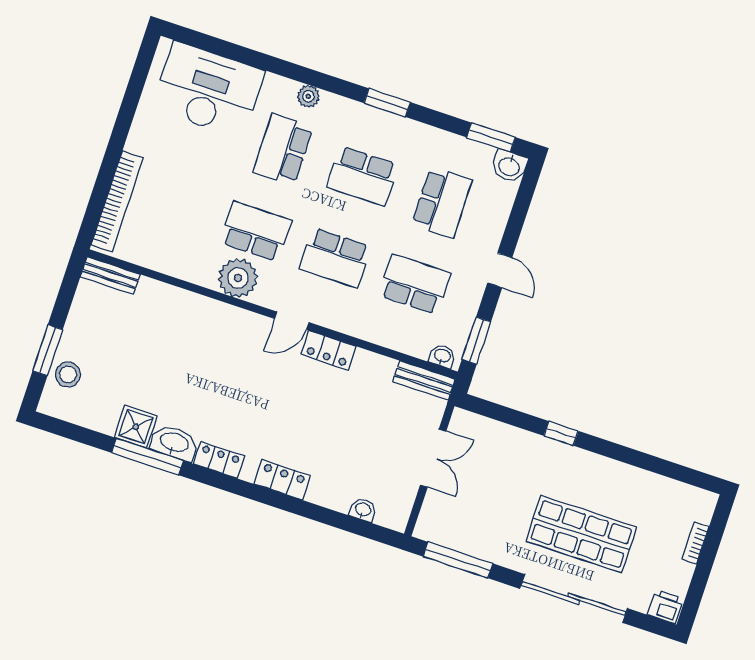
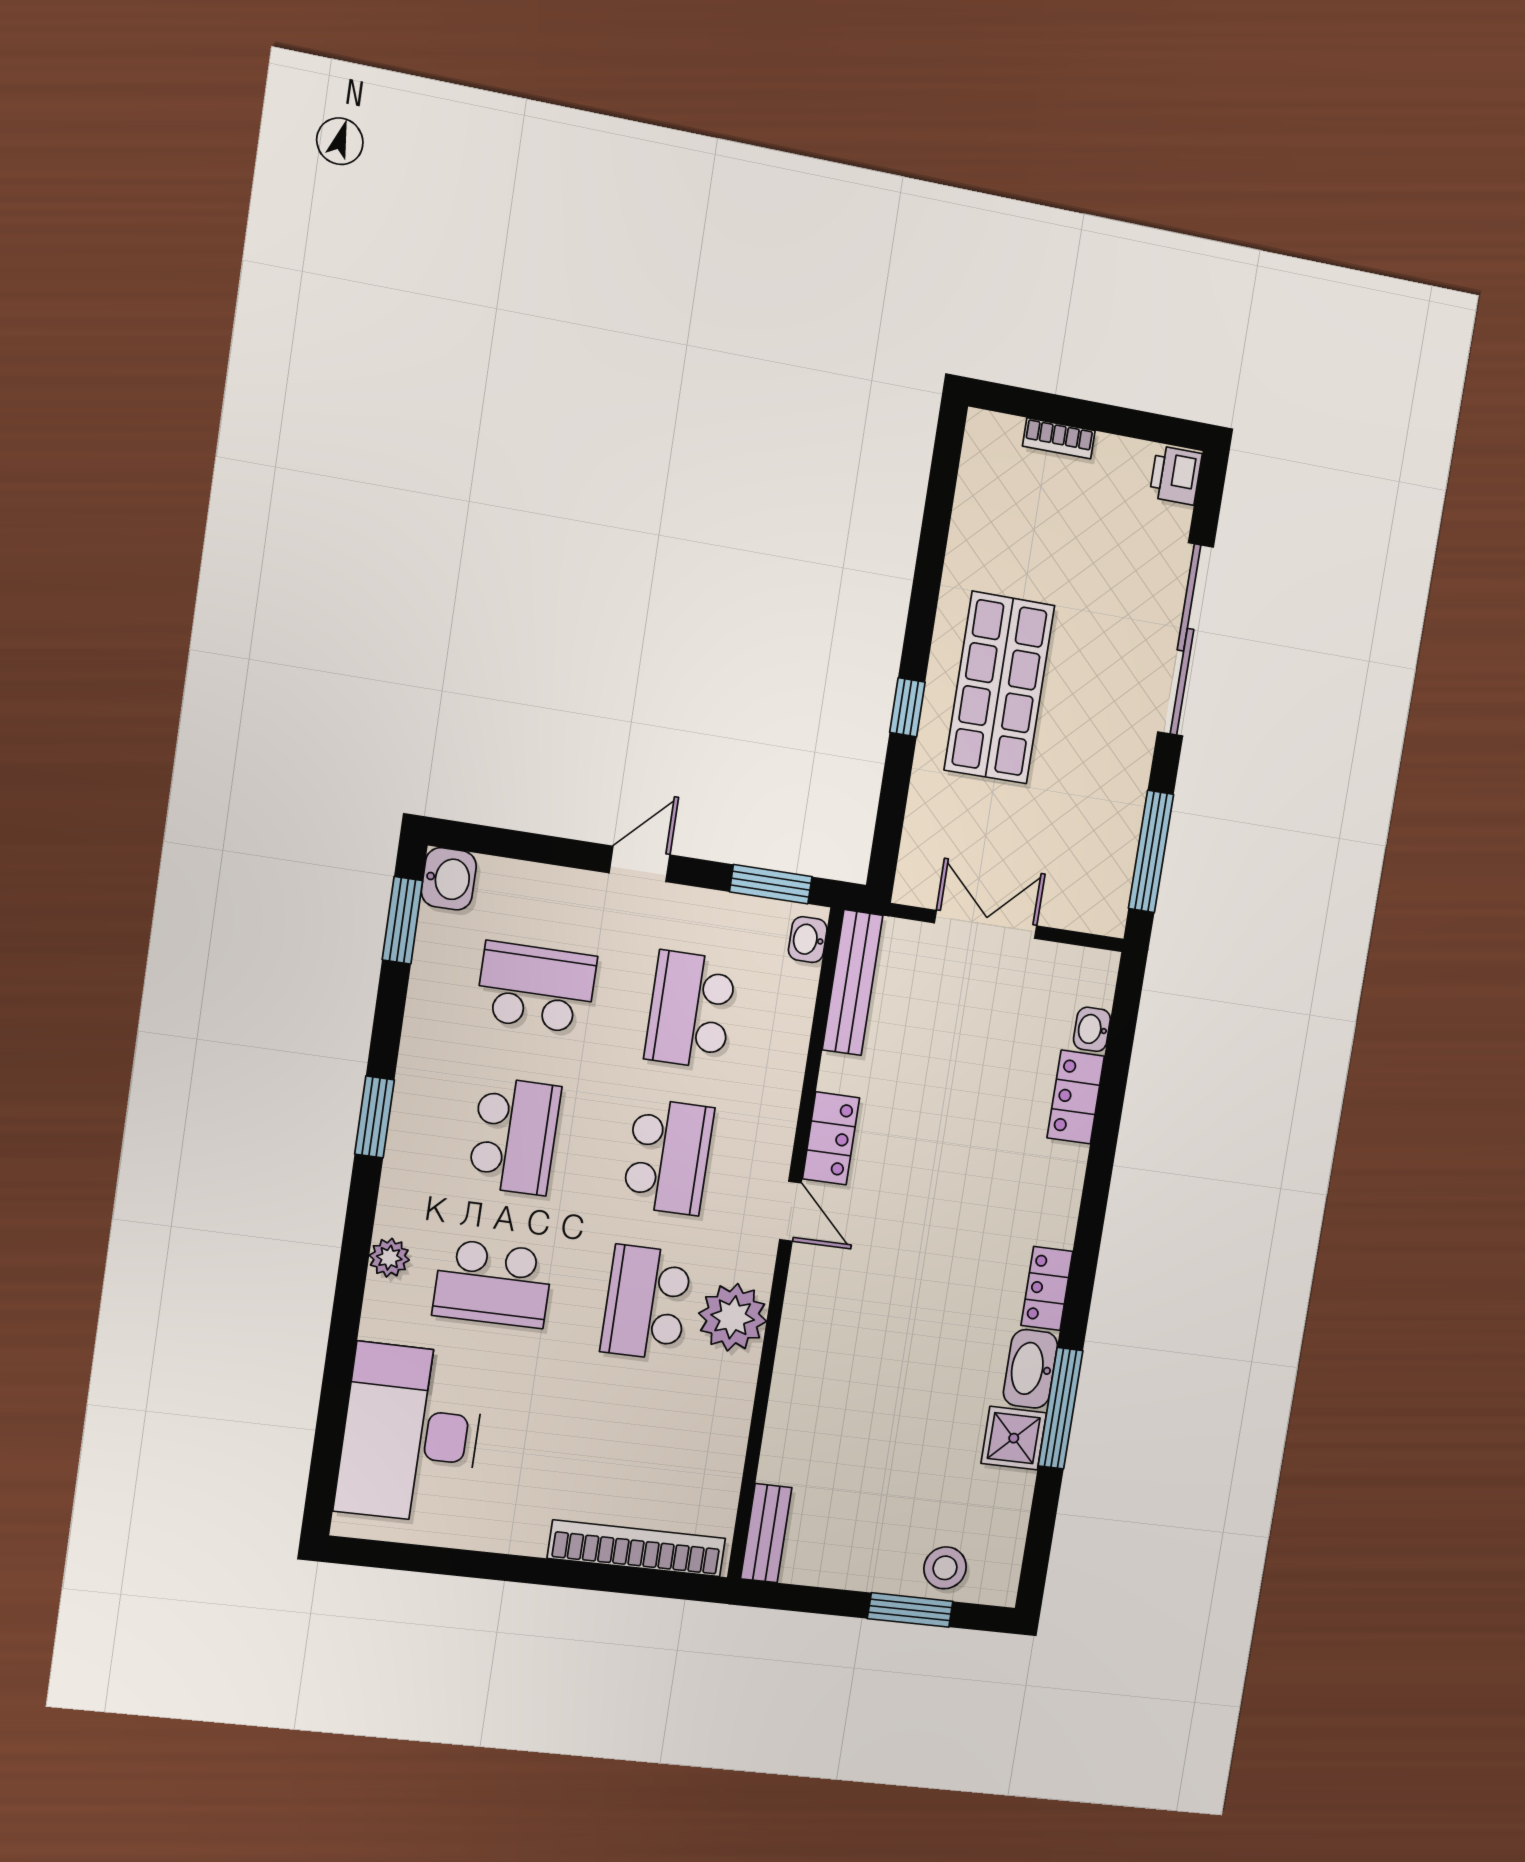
bench: (424, 380) -> (852, 983), width x1.36
locker: (282, 480) -> (1076, 1097), moved
shop shelf: (581, 534) -> (999, 688), moved

